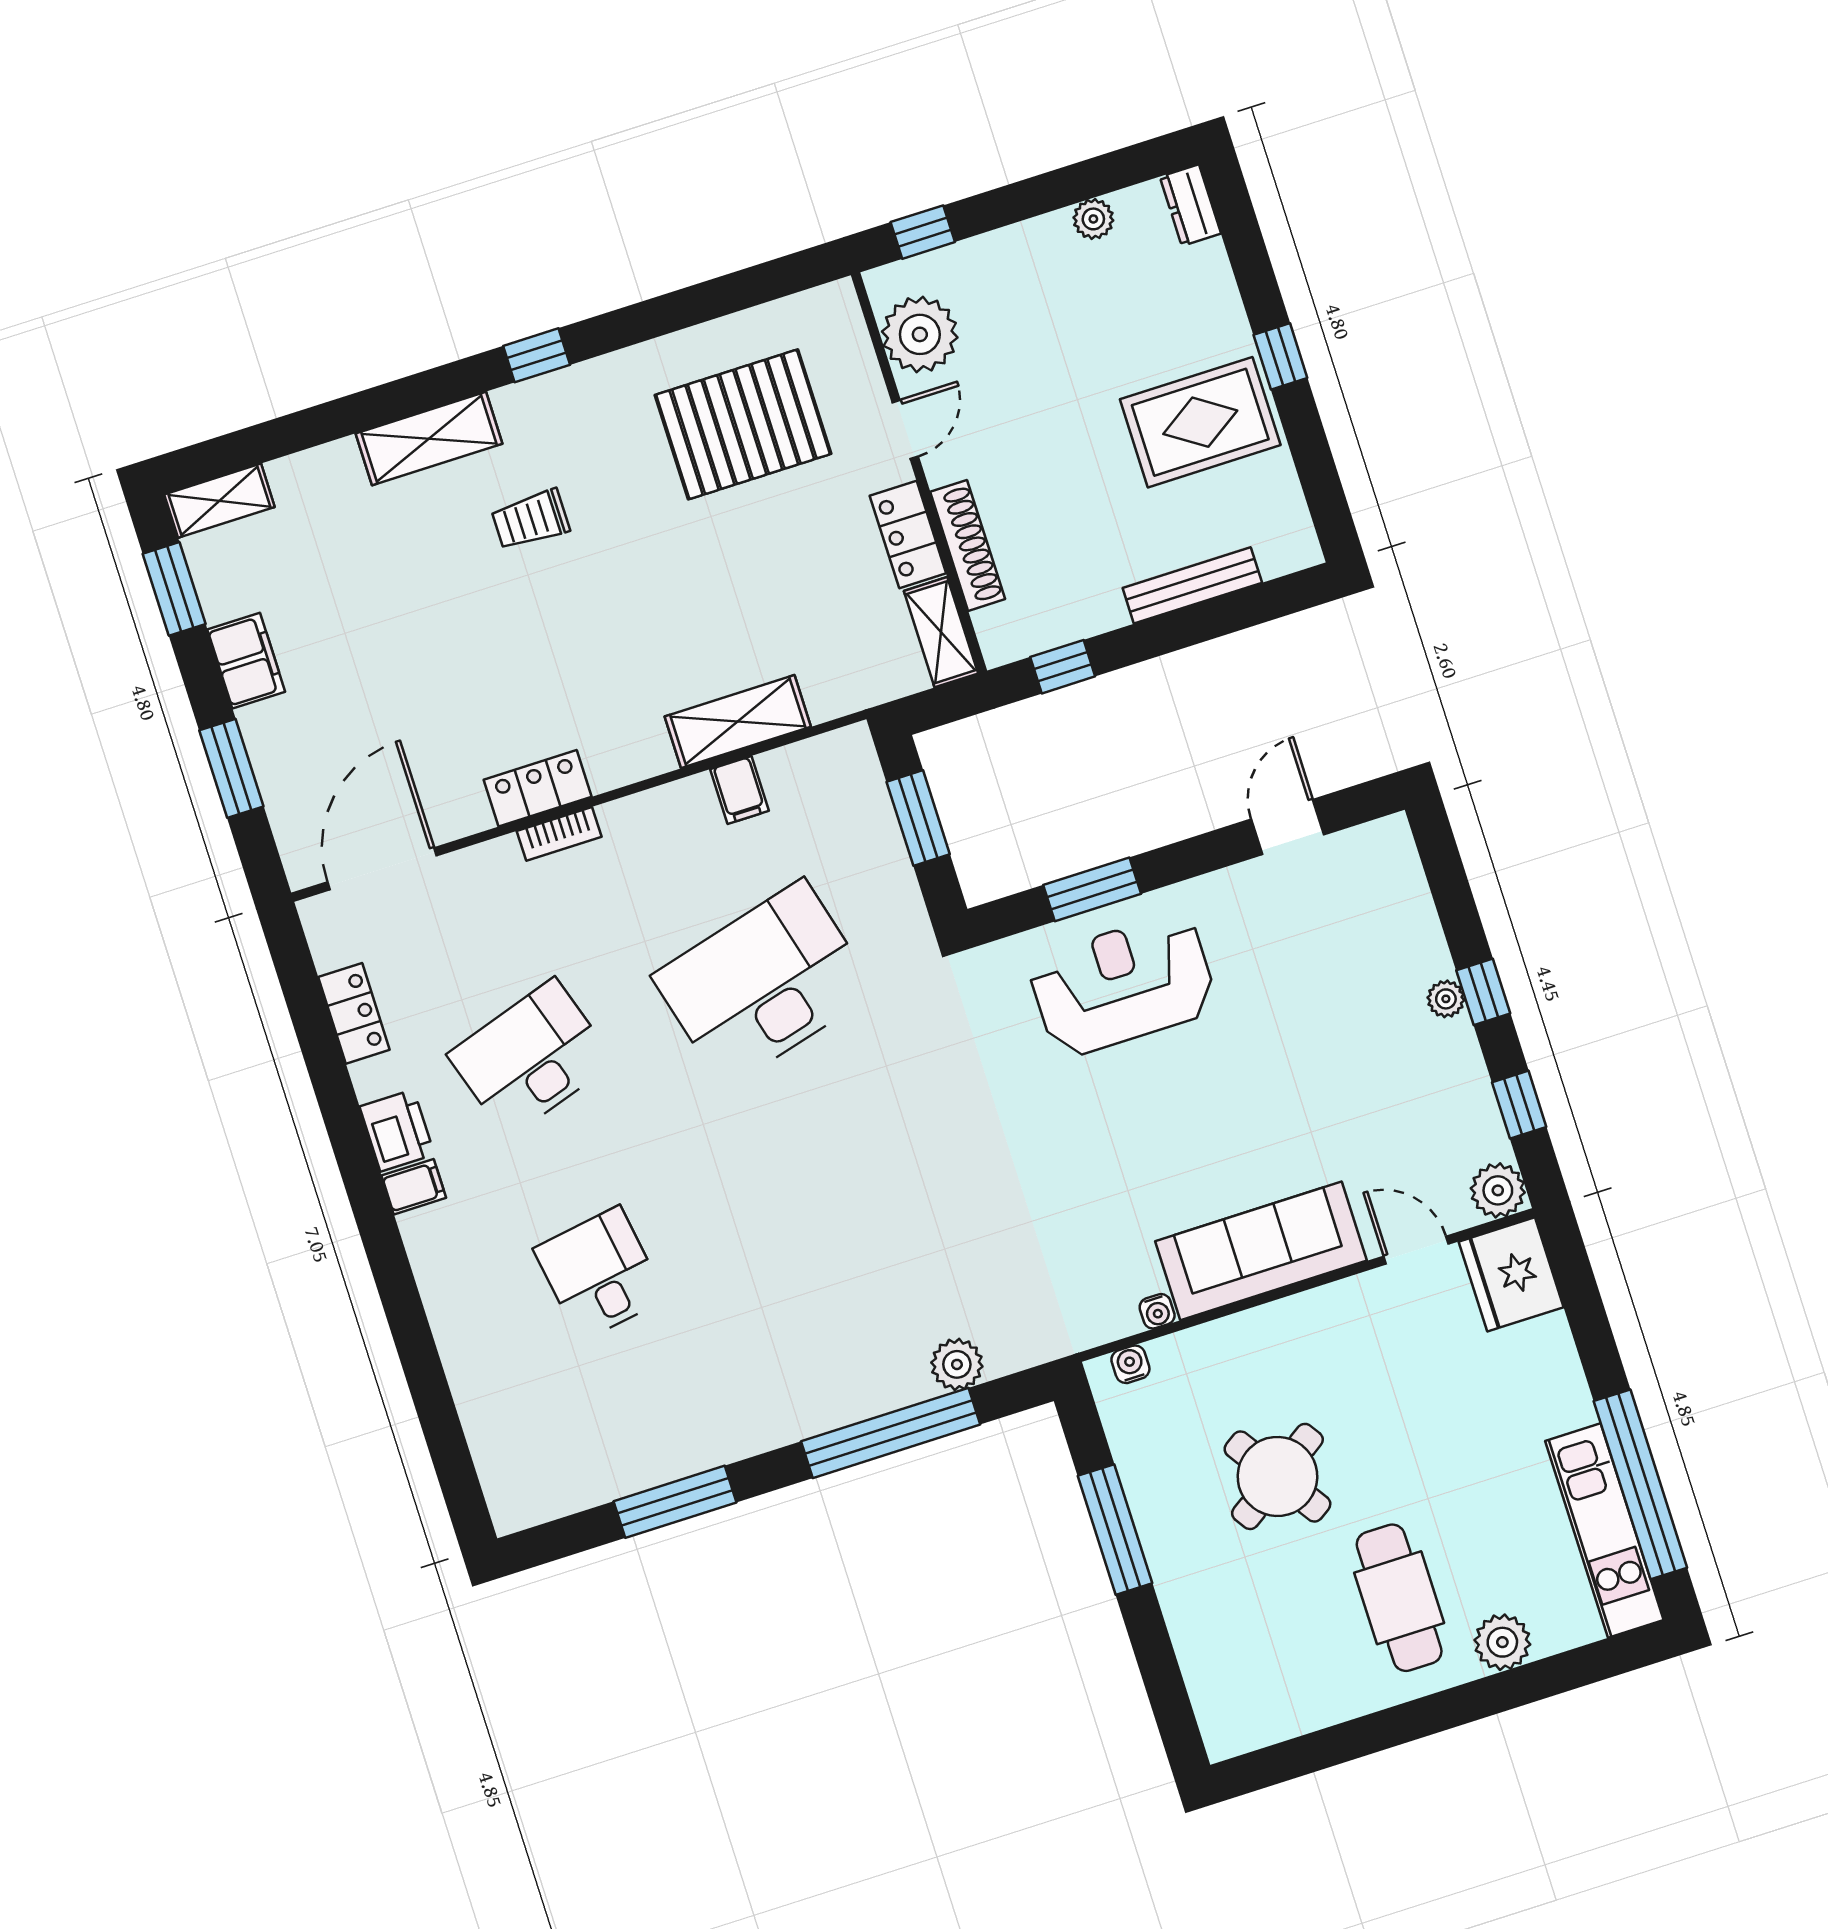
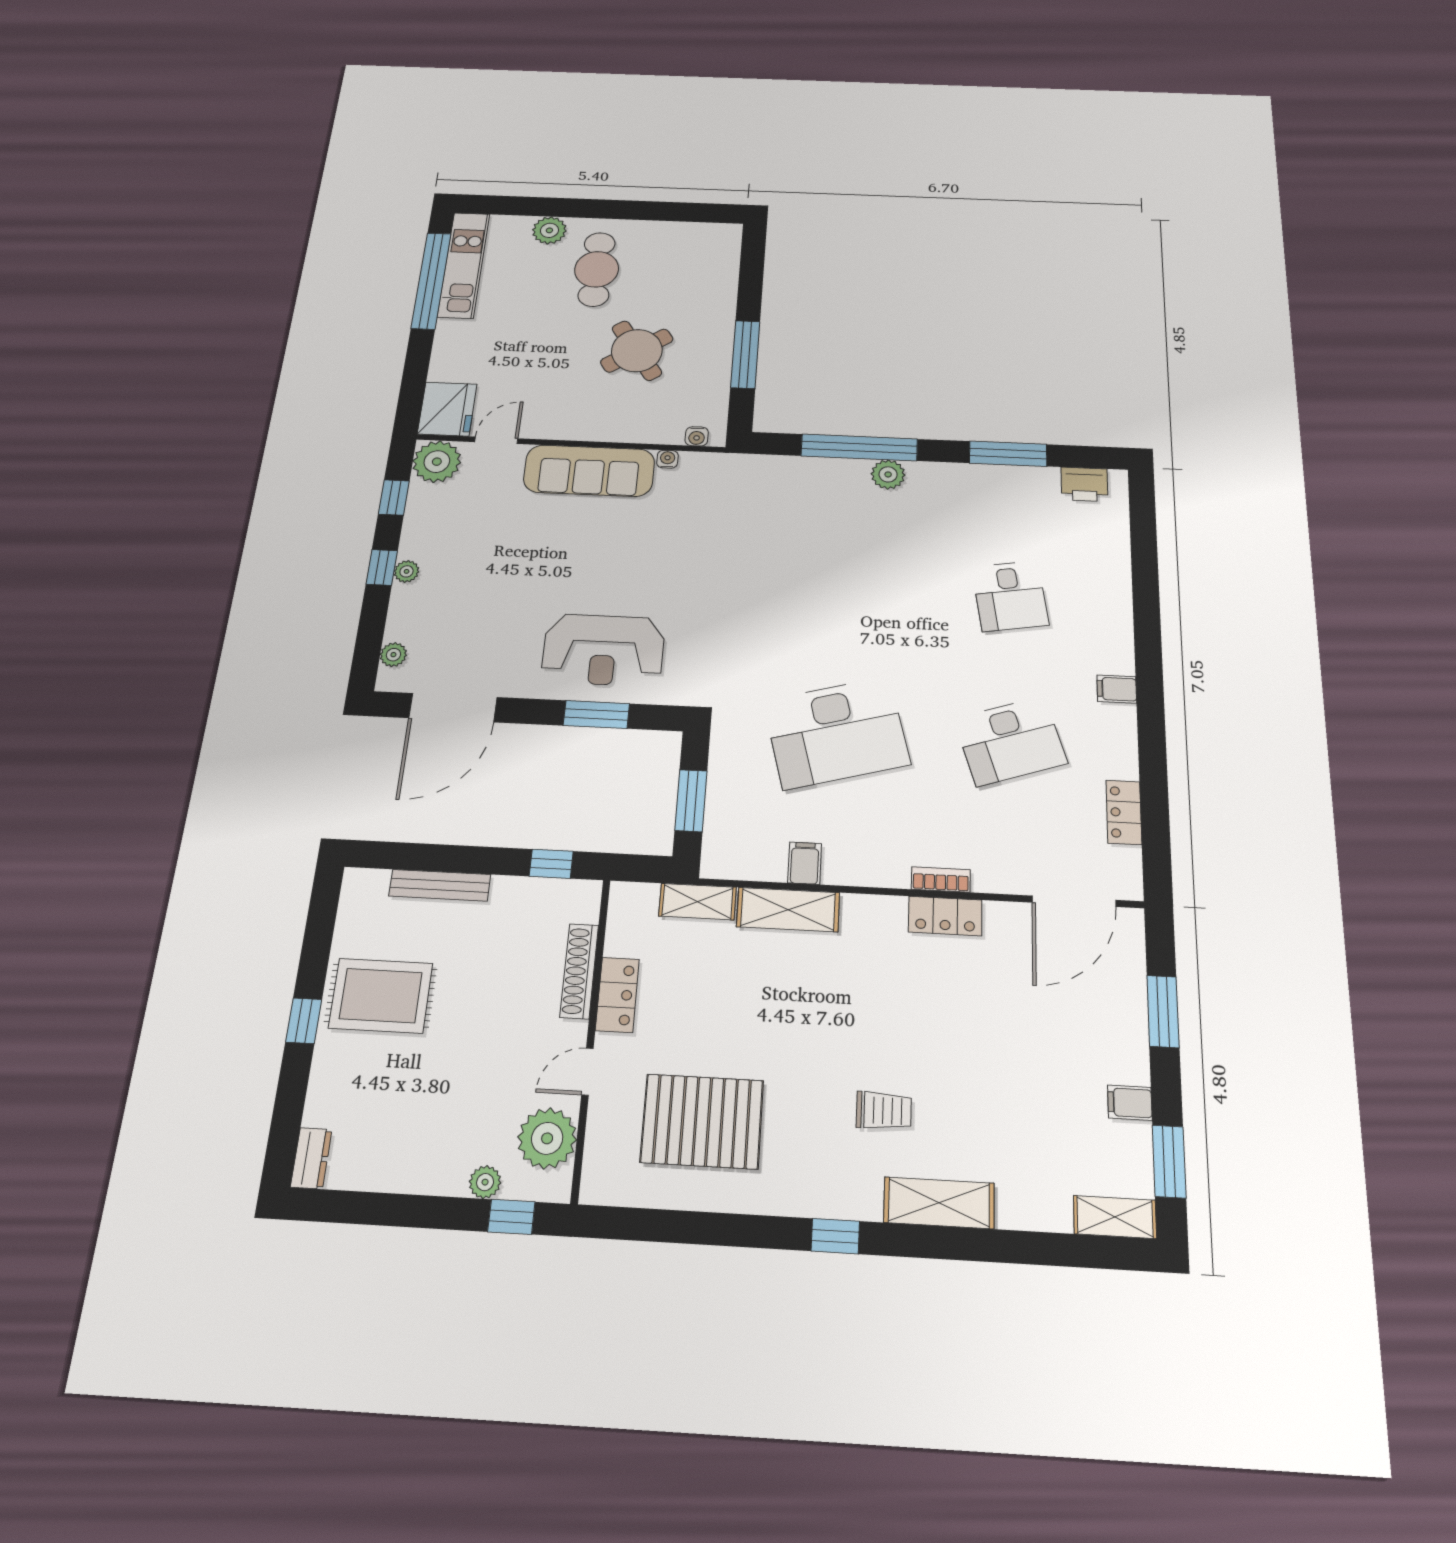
plant: (1093, 219) -> (485, 1182), moved
shelving: (941, 632) -> (698, 902), moved, turned 90
filing cabinet: (246, 661) -> (1130, 1103), width x0.50
door: (1288, 827) -> (453, 708), width x1.88
plant: (1404, 871) -> (393, 655), added
printer: (397, 1130) -> (1084, 484), moved, turned -90
plant: (1498, 1190) -> (437, 462), width x1.36, depth x1.36
door: (1416, 1250) -> (496, 440), swing flipped
plant: (957, 1364) -> (888, 474), moved

